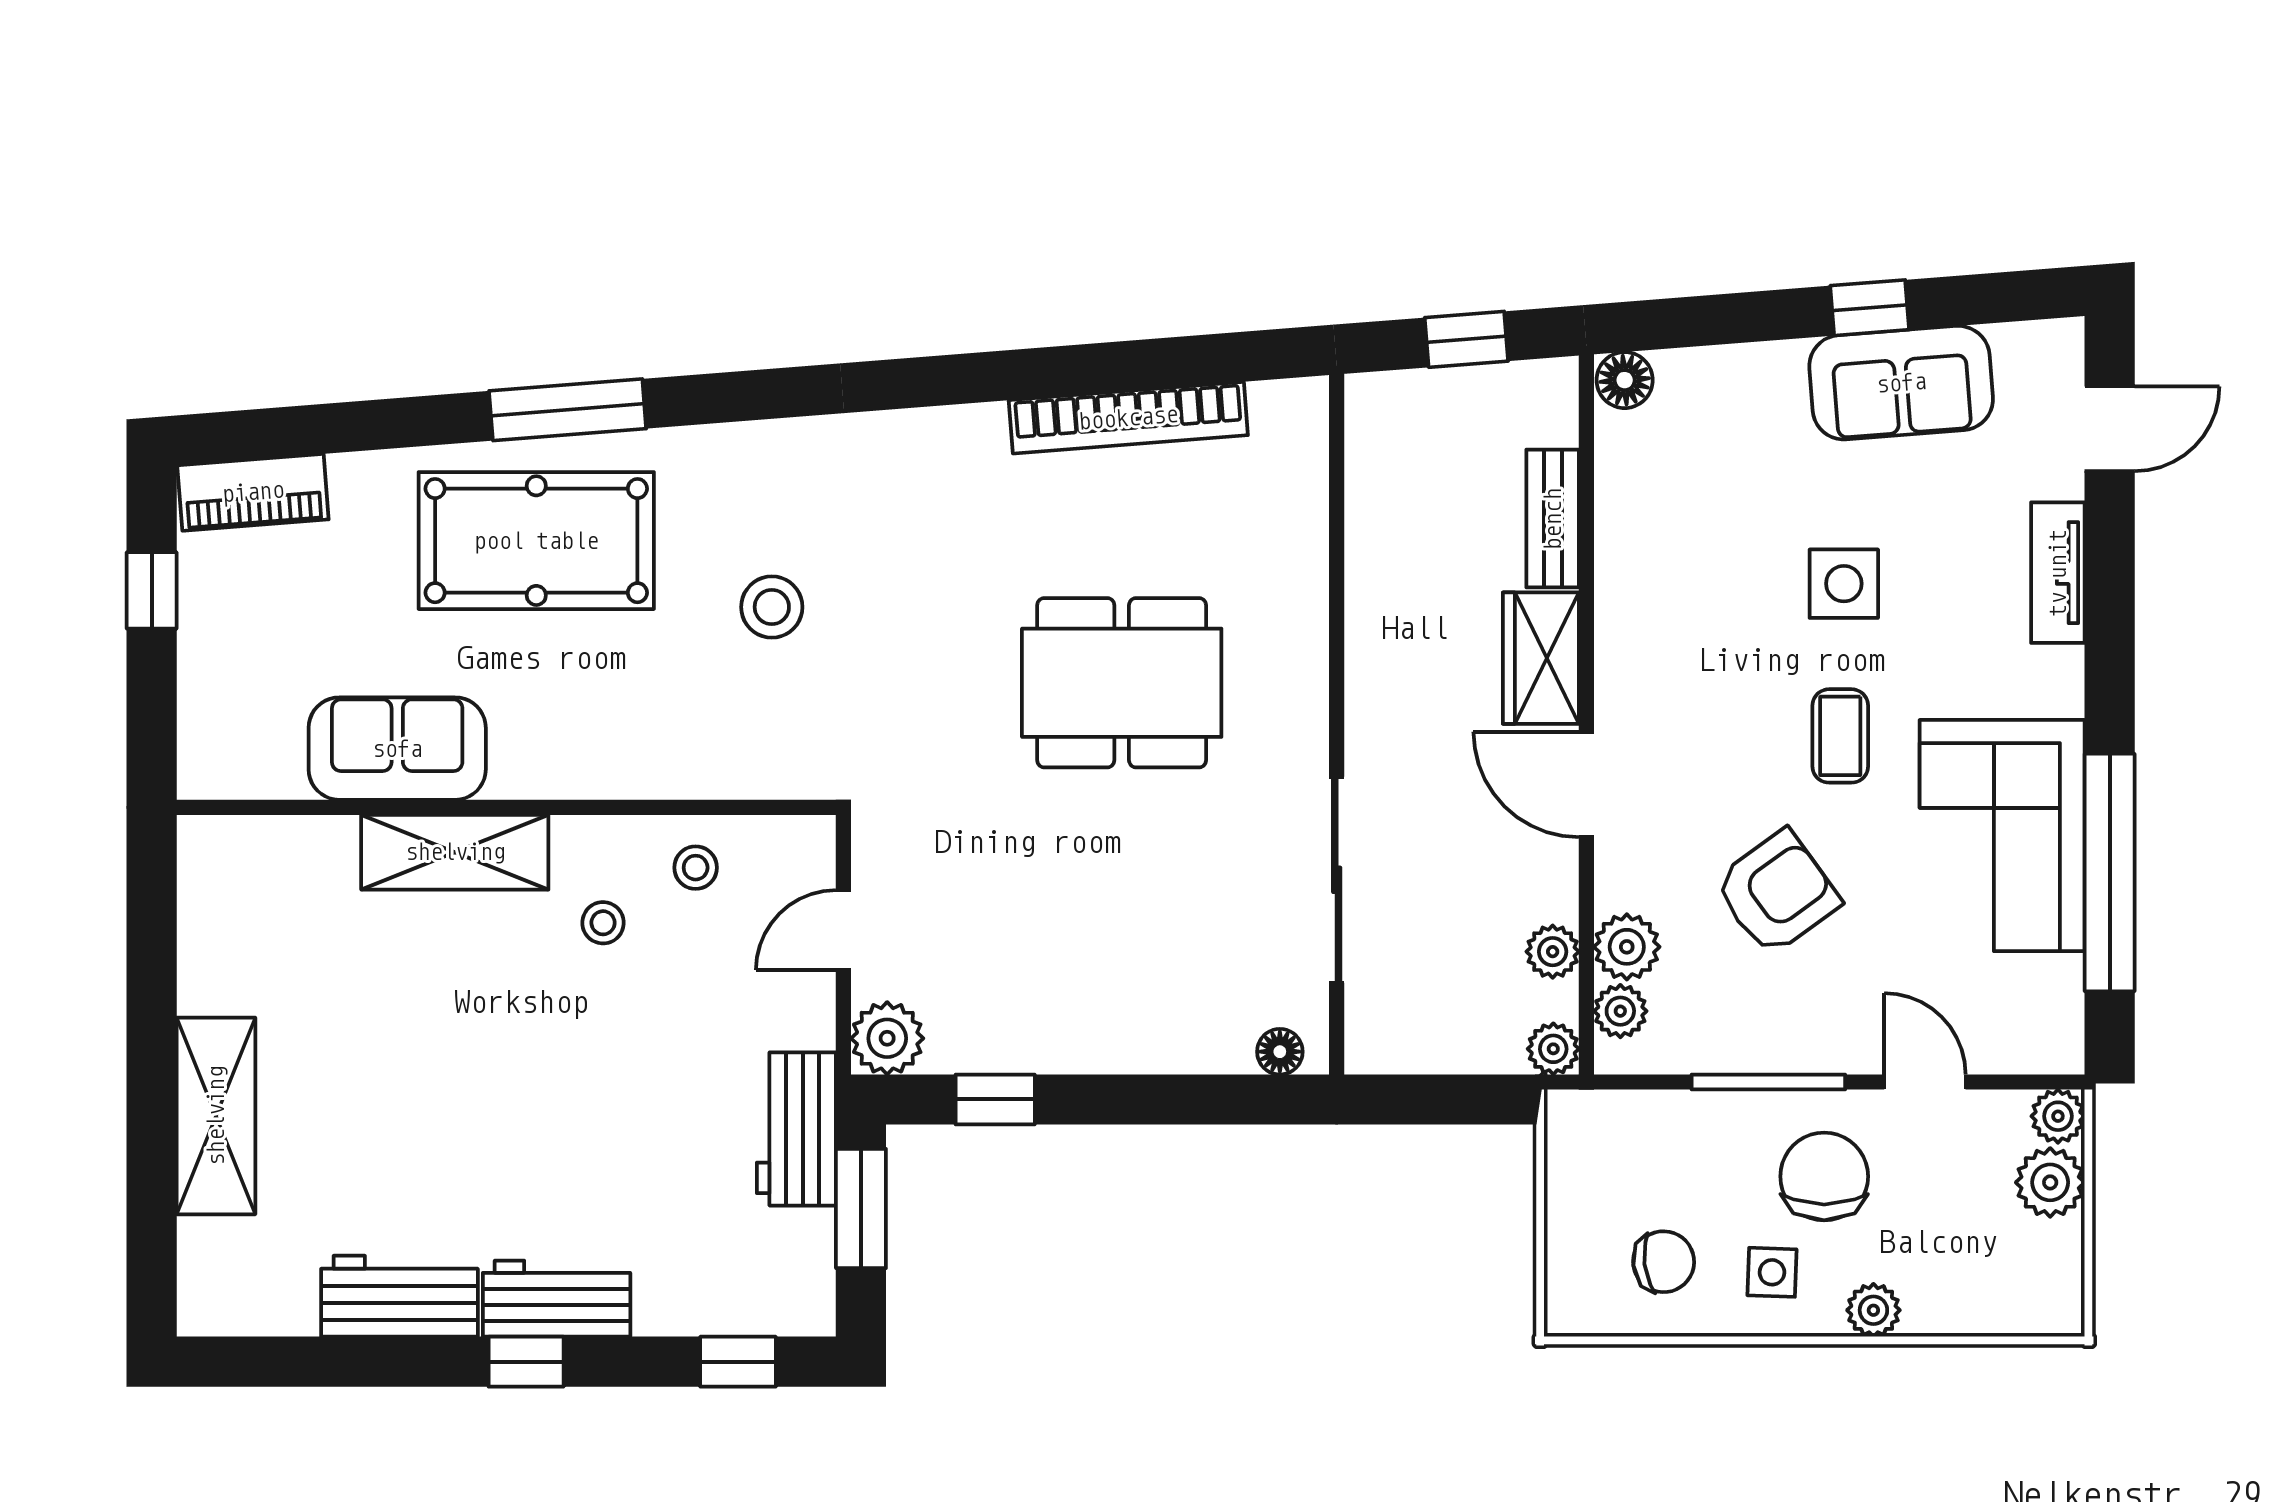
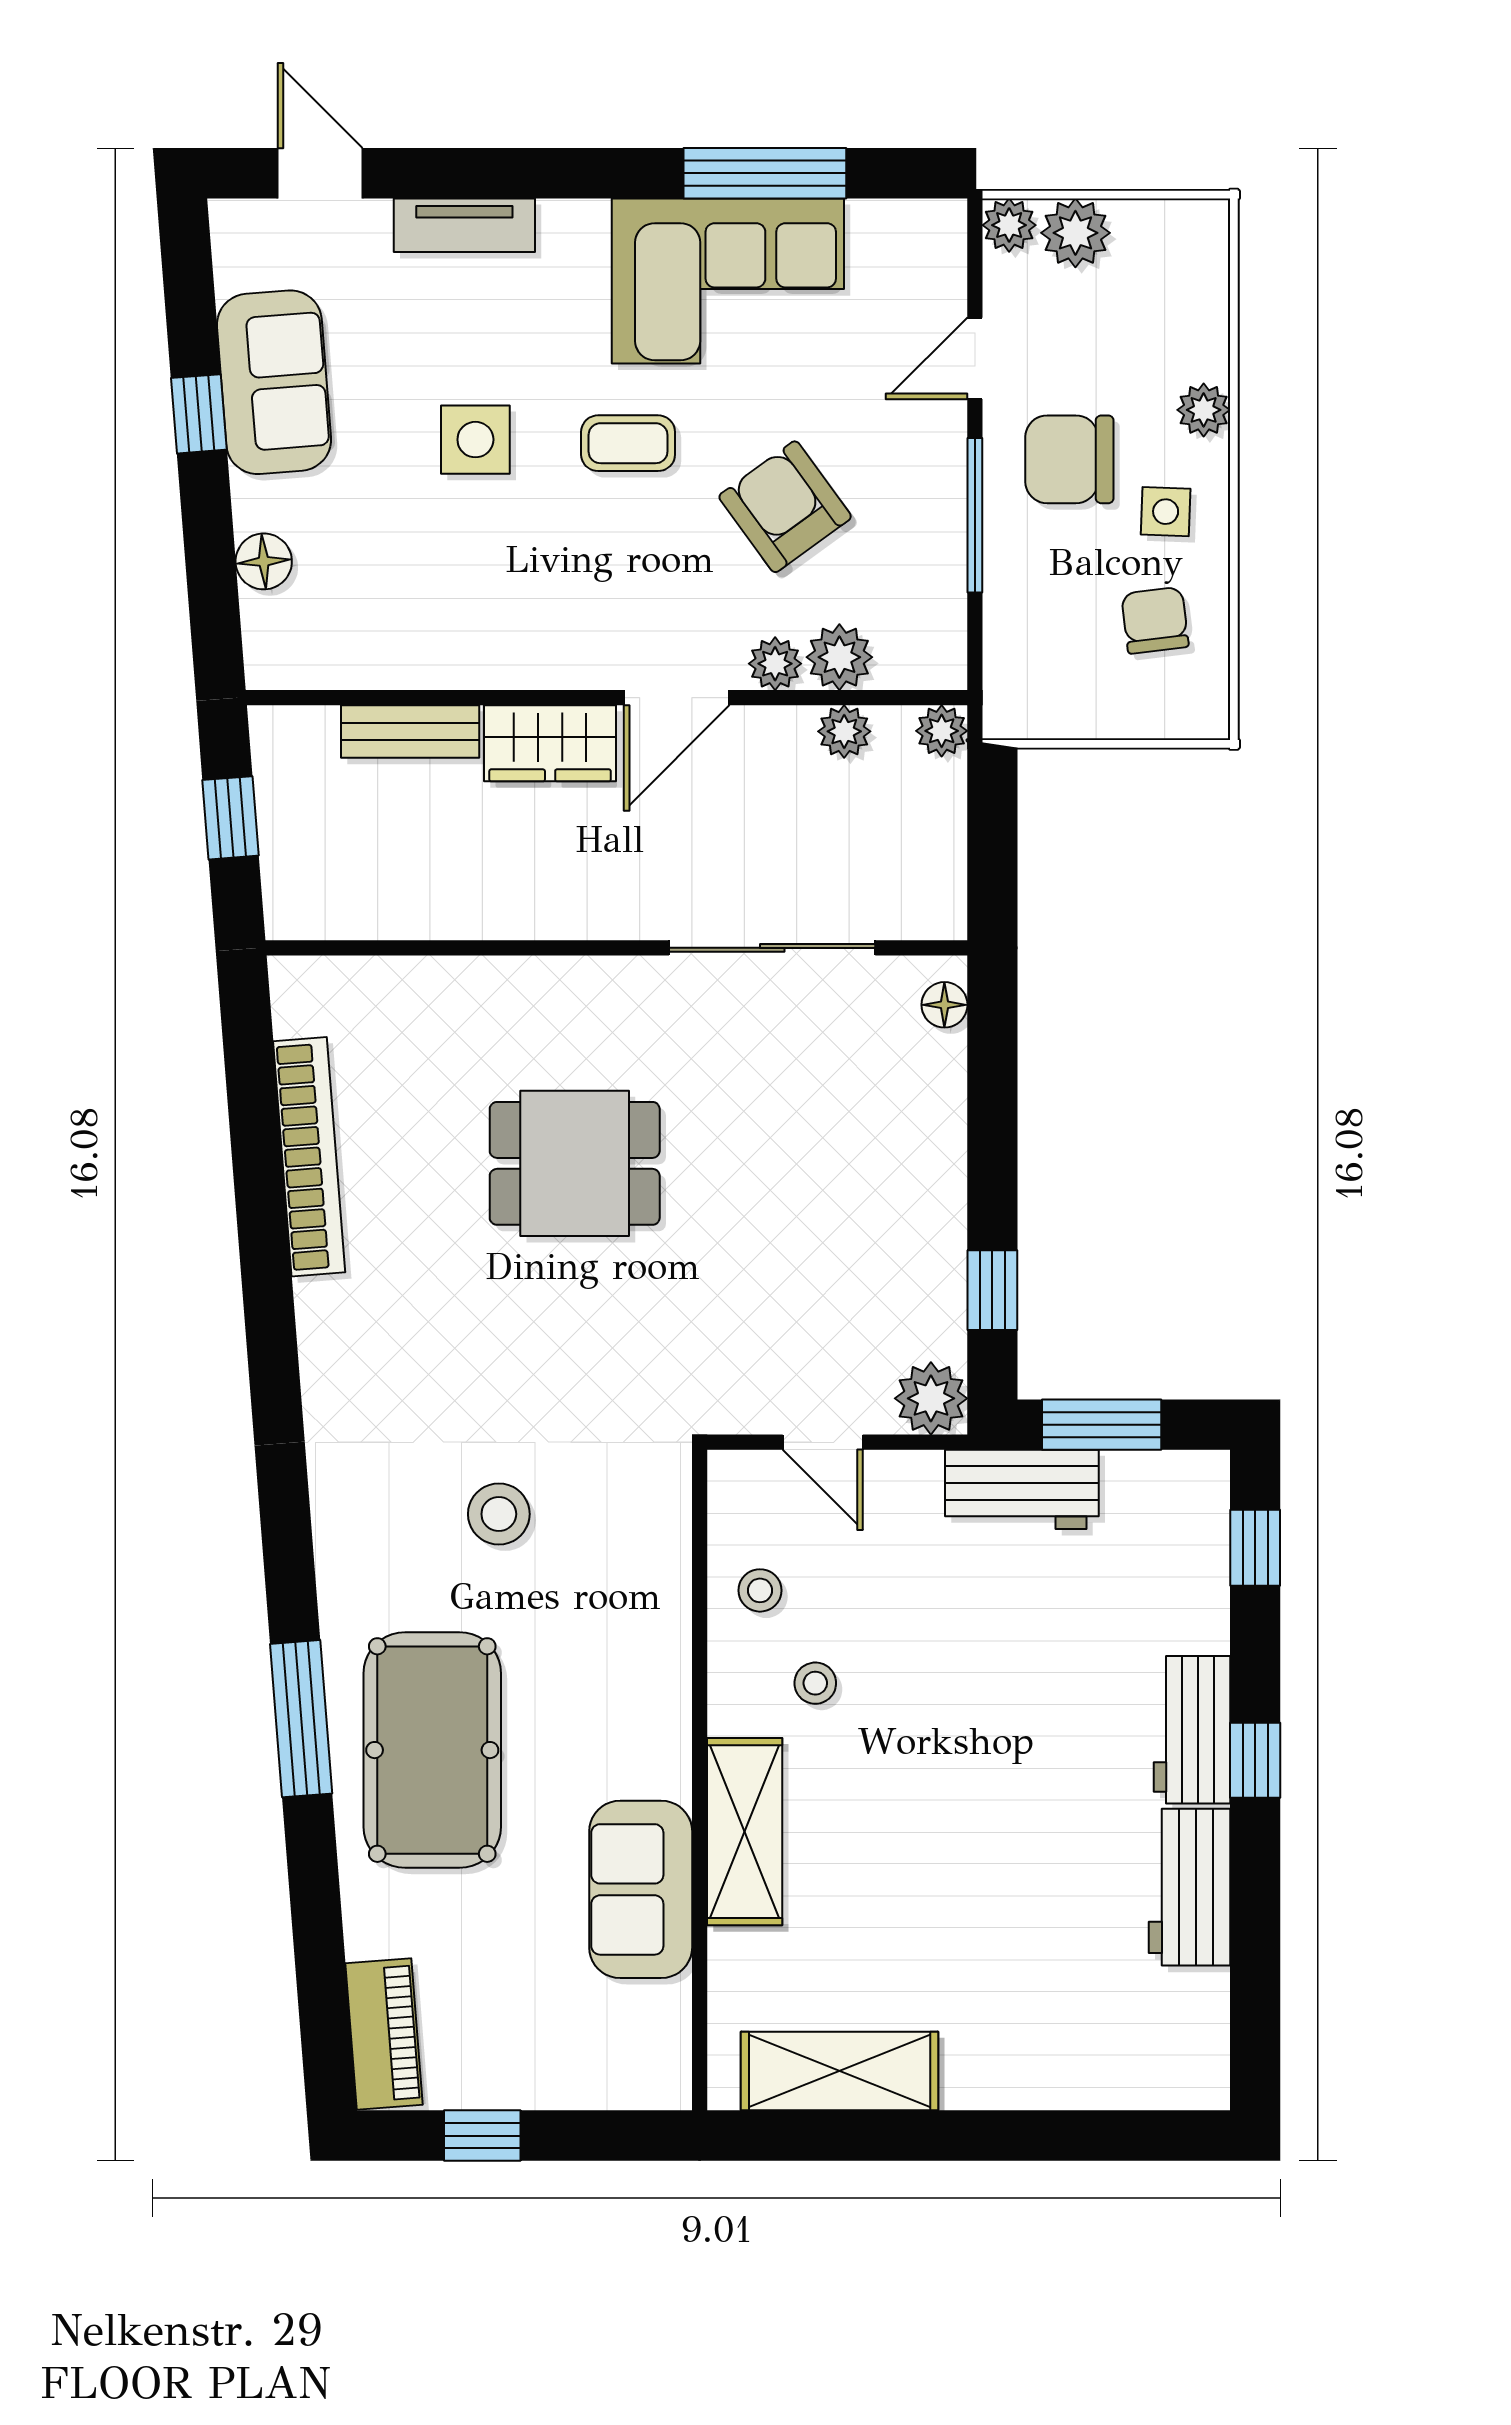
floor lamp: (1625, 380) -> (264, 561), moved
dining table: (1122, 683) -> (575, 1163), width x0.73
window: (2110, 872) -> (765, 173), width x0.68
plant: (1620, 1011) -> (775, 664), moved
shelving: (216, 1116) -> (840, 2071), moved

